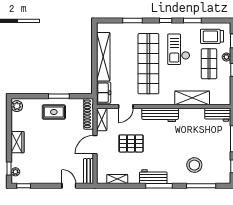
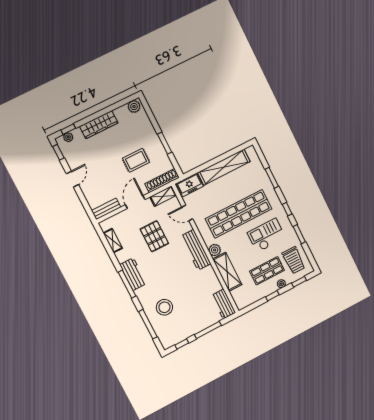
trolley: (212, 36) -> (294, 260), turned 180
plant: (168, 99) -> (215, 250), added
rug: (54, 112) -> (136, 160), moved, turned 90
wardrobe: (18, 142) -> (99, 125), width x1.50
door: (95, 145) -> (135, 202), hinge flipped
door: (69, 186) -> (72, 179), moved

